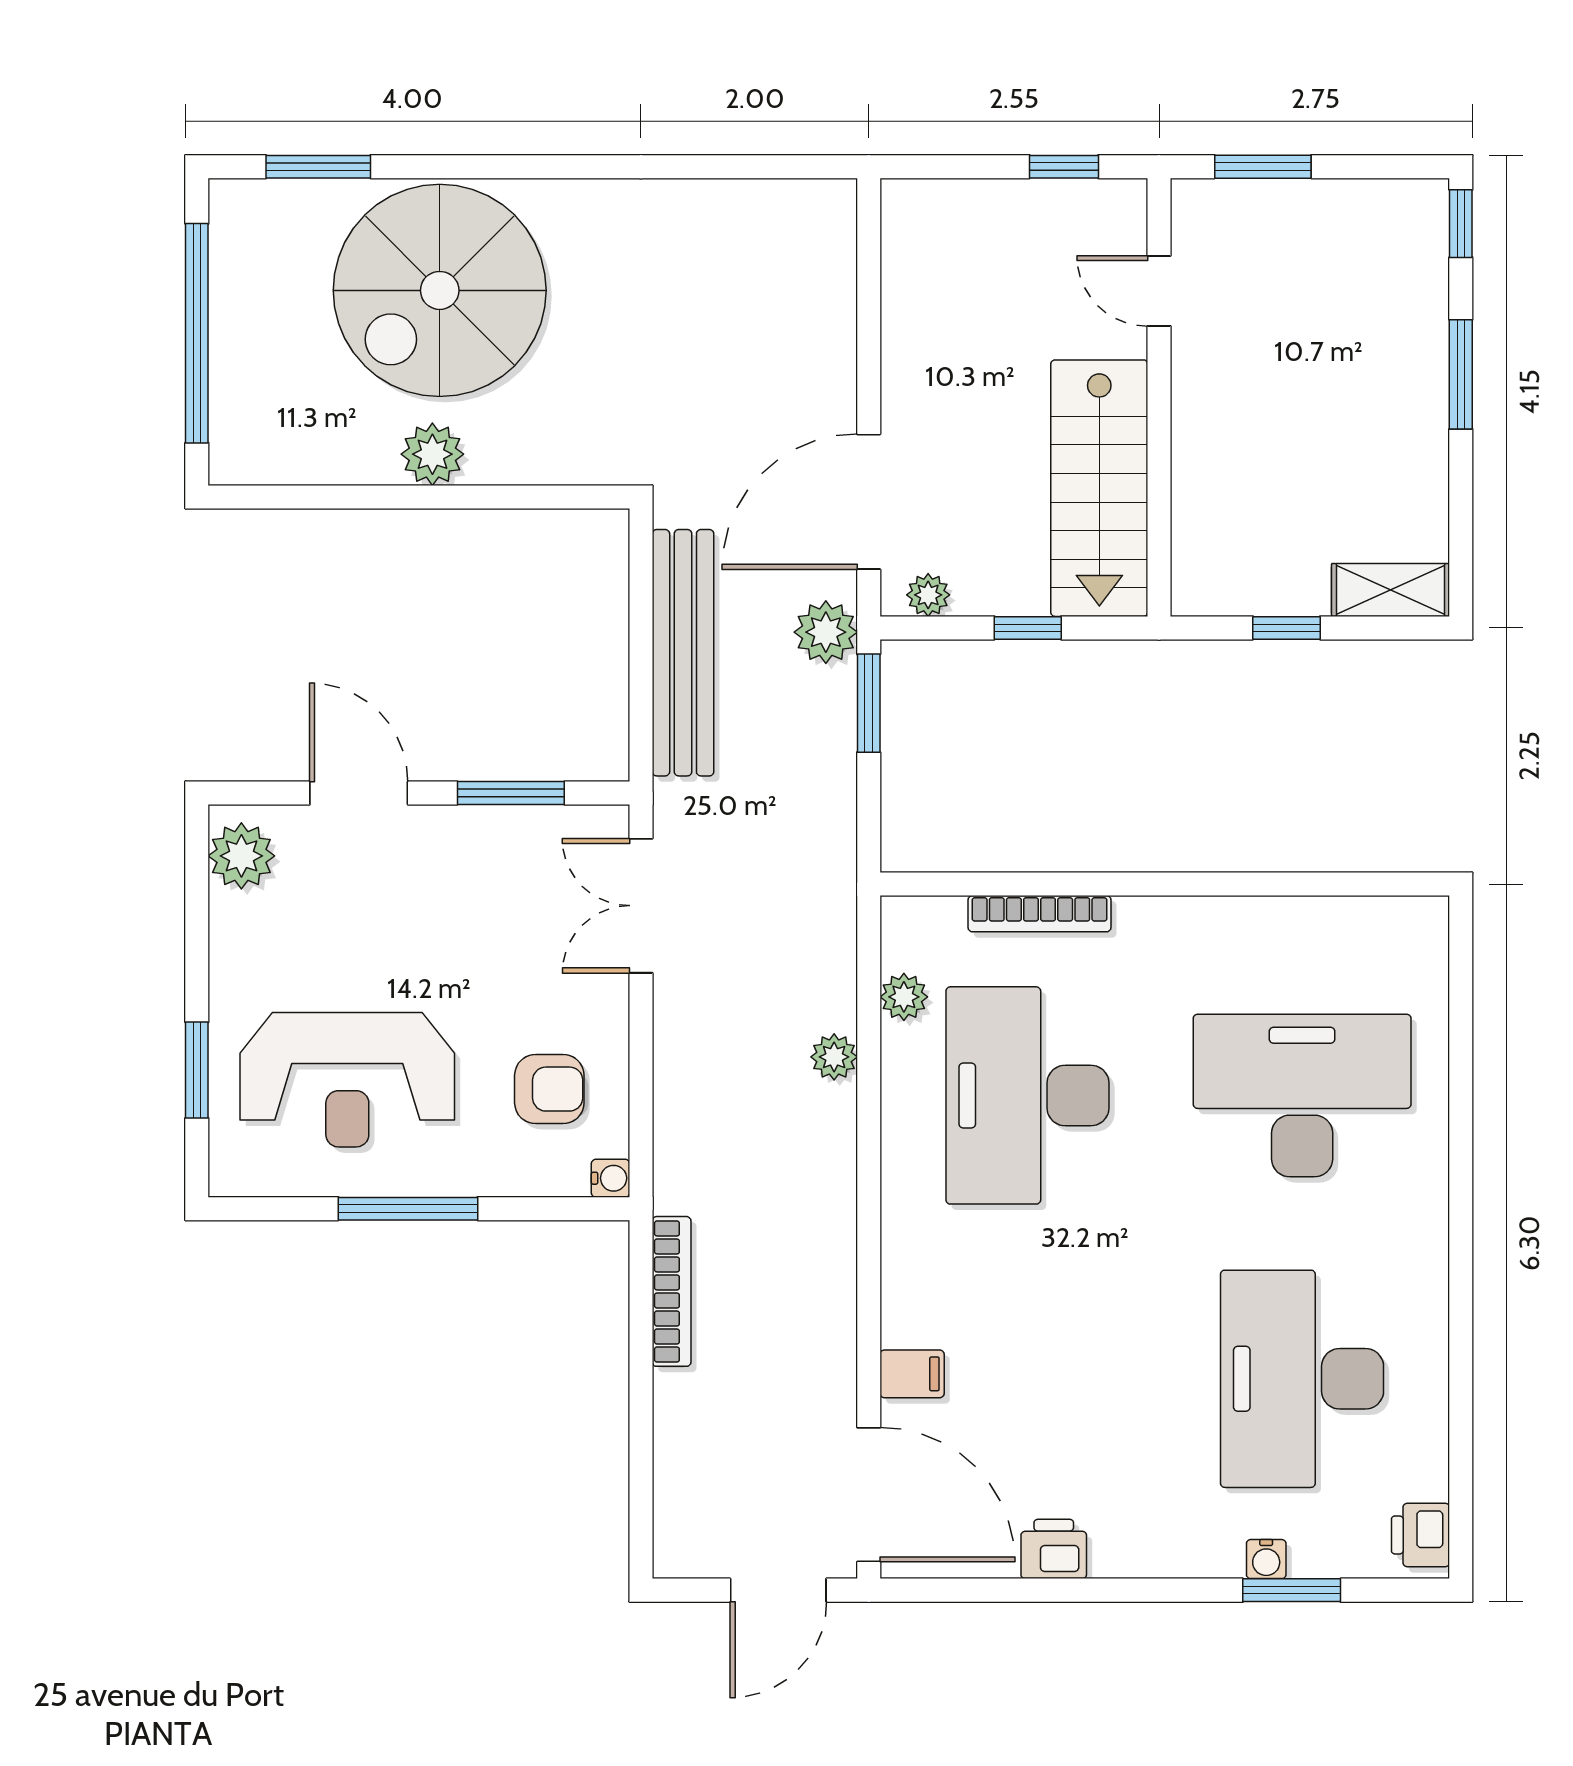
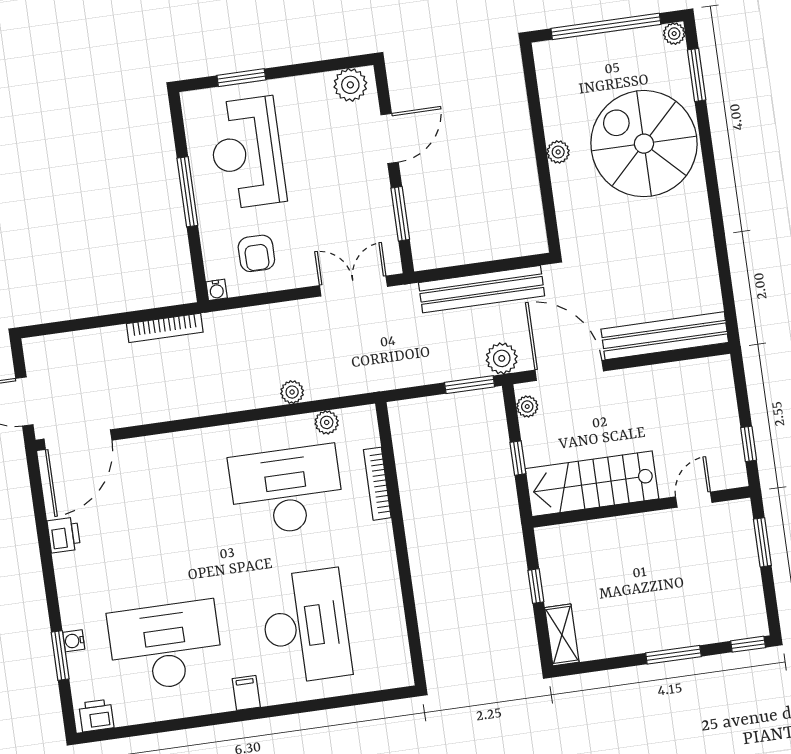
plant: (230, 200) -> (674, 34), added
bench: (826, 303) -> (665, 336), added
plant: (432, 454) -> (558, 152), width x0.73, depth x0.73
filing cabinet: (912, 1374) -> (246, 693), moved, turned 180

